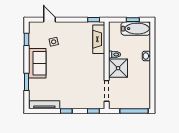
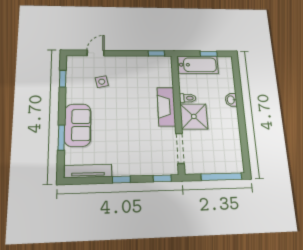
door: (49, 20) -> (96, 53), hinge flipped
bathtub: (136, 29) -> (198, 65), moved
fireplace: (99, 39) -> (166, 107), moved
sofa: (37, 63) -> (78, 125), moved

